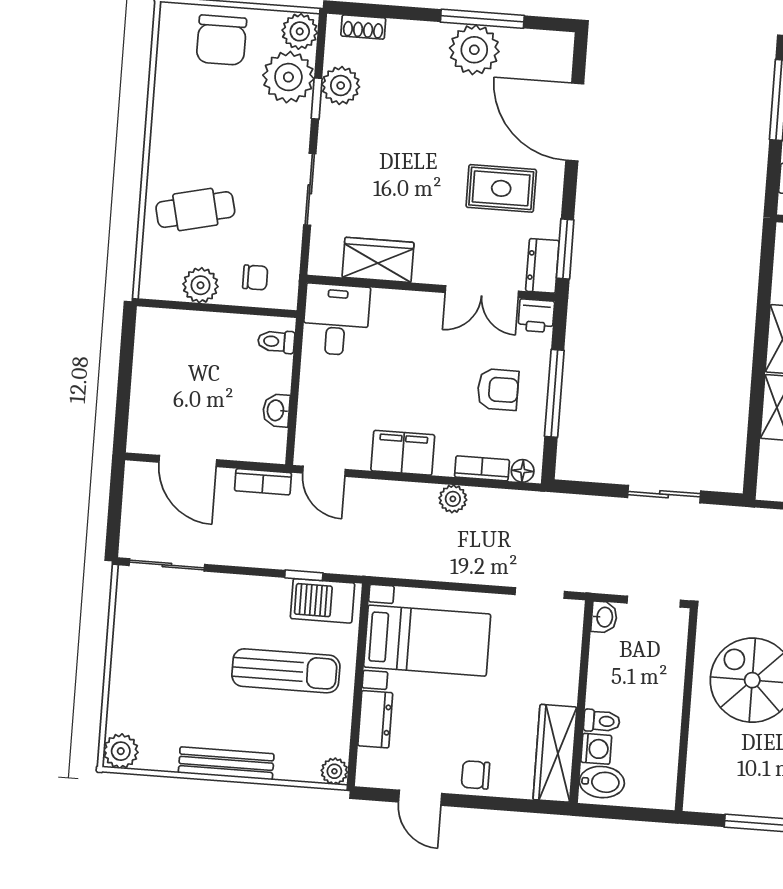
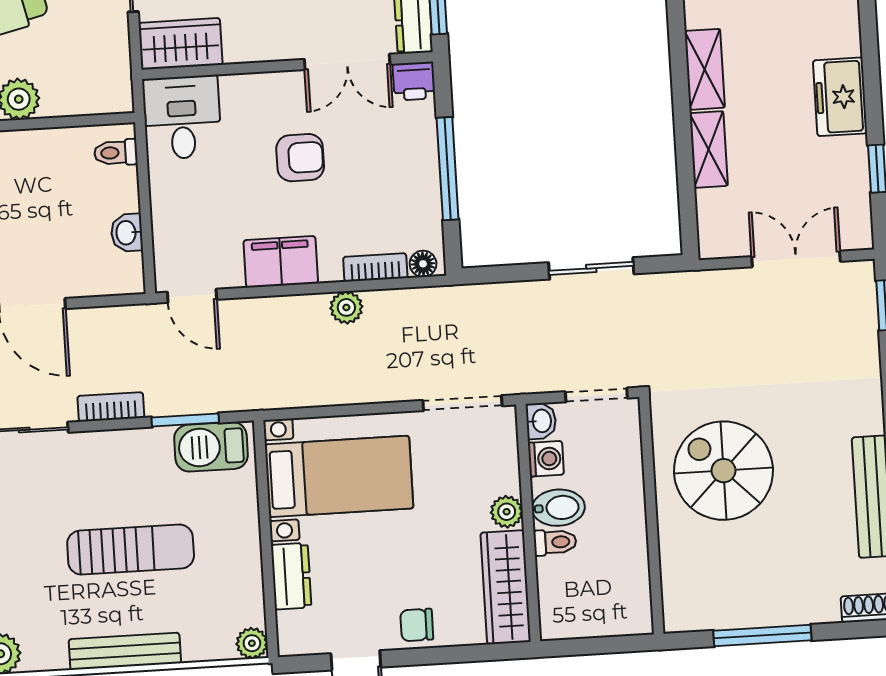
wardrobe: (378, 260) -> (181, 44), moved
chair: (255, 277) -> (81, 81), removed
armchair: (498, 389) -> (300, 158), moved
bookcase: (263, 482) -> (111, 407), moved, turned 180
window: (304, 575) -> (185, 420), width x1.50
doorway: (540, 593) -> (462, 403), width x1.38
sun lounger: (286, 671) -> (131, 550), moved
plant: (564, 690) -> (507, 512), added
washing machine: (596, 749) -> (546, 459), moved
bidet: (602, 782) -> (558, 508), moved

